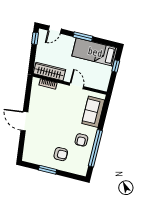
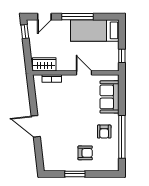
window: (83, 37) -> (77, 17), width x1.44
window: (116, 66) -> (122, 56), moved
wardrobe: (49, 72) -> (44, 64), width x0.67

